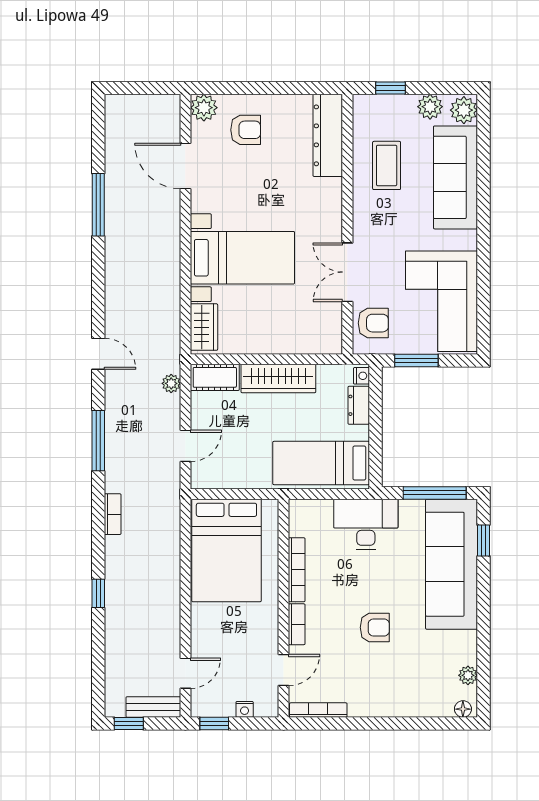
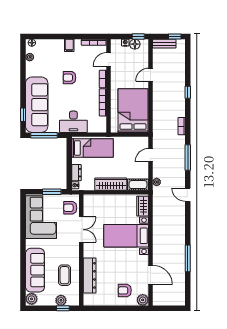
plant: (430, 107) -> (61, 300), moved
dresser: (328, 135) -> (90, 275), moved
door: (185, 673) -> (151, 75), moved
filing cabinet: (376, 703) -> (69, 45), added
floor lamp: (222, 706) -> (135, 44), added

